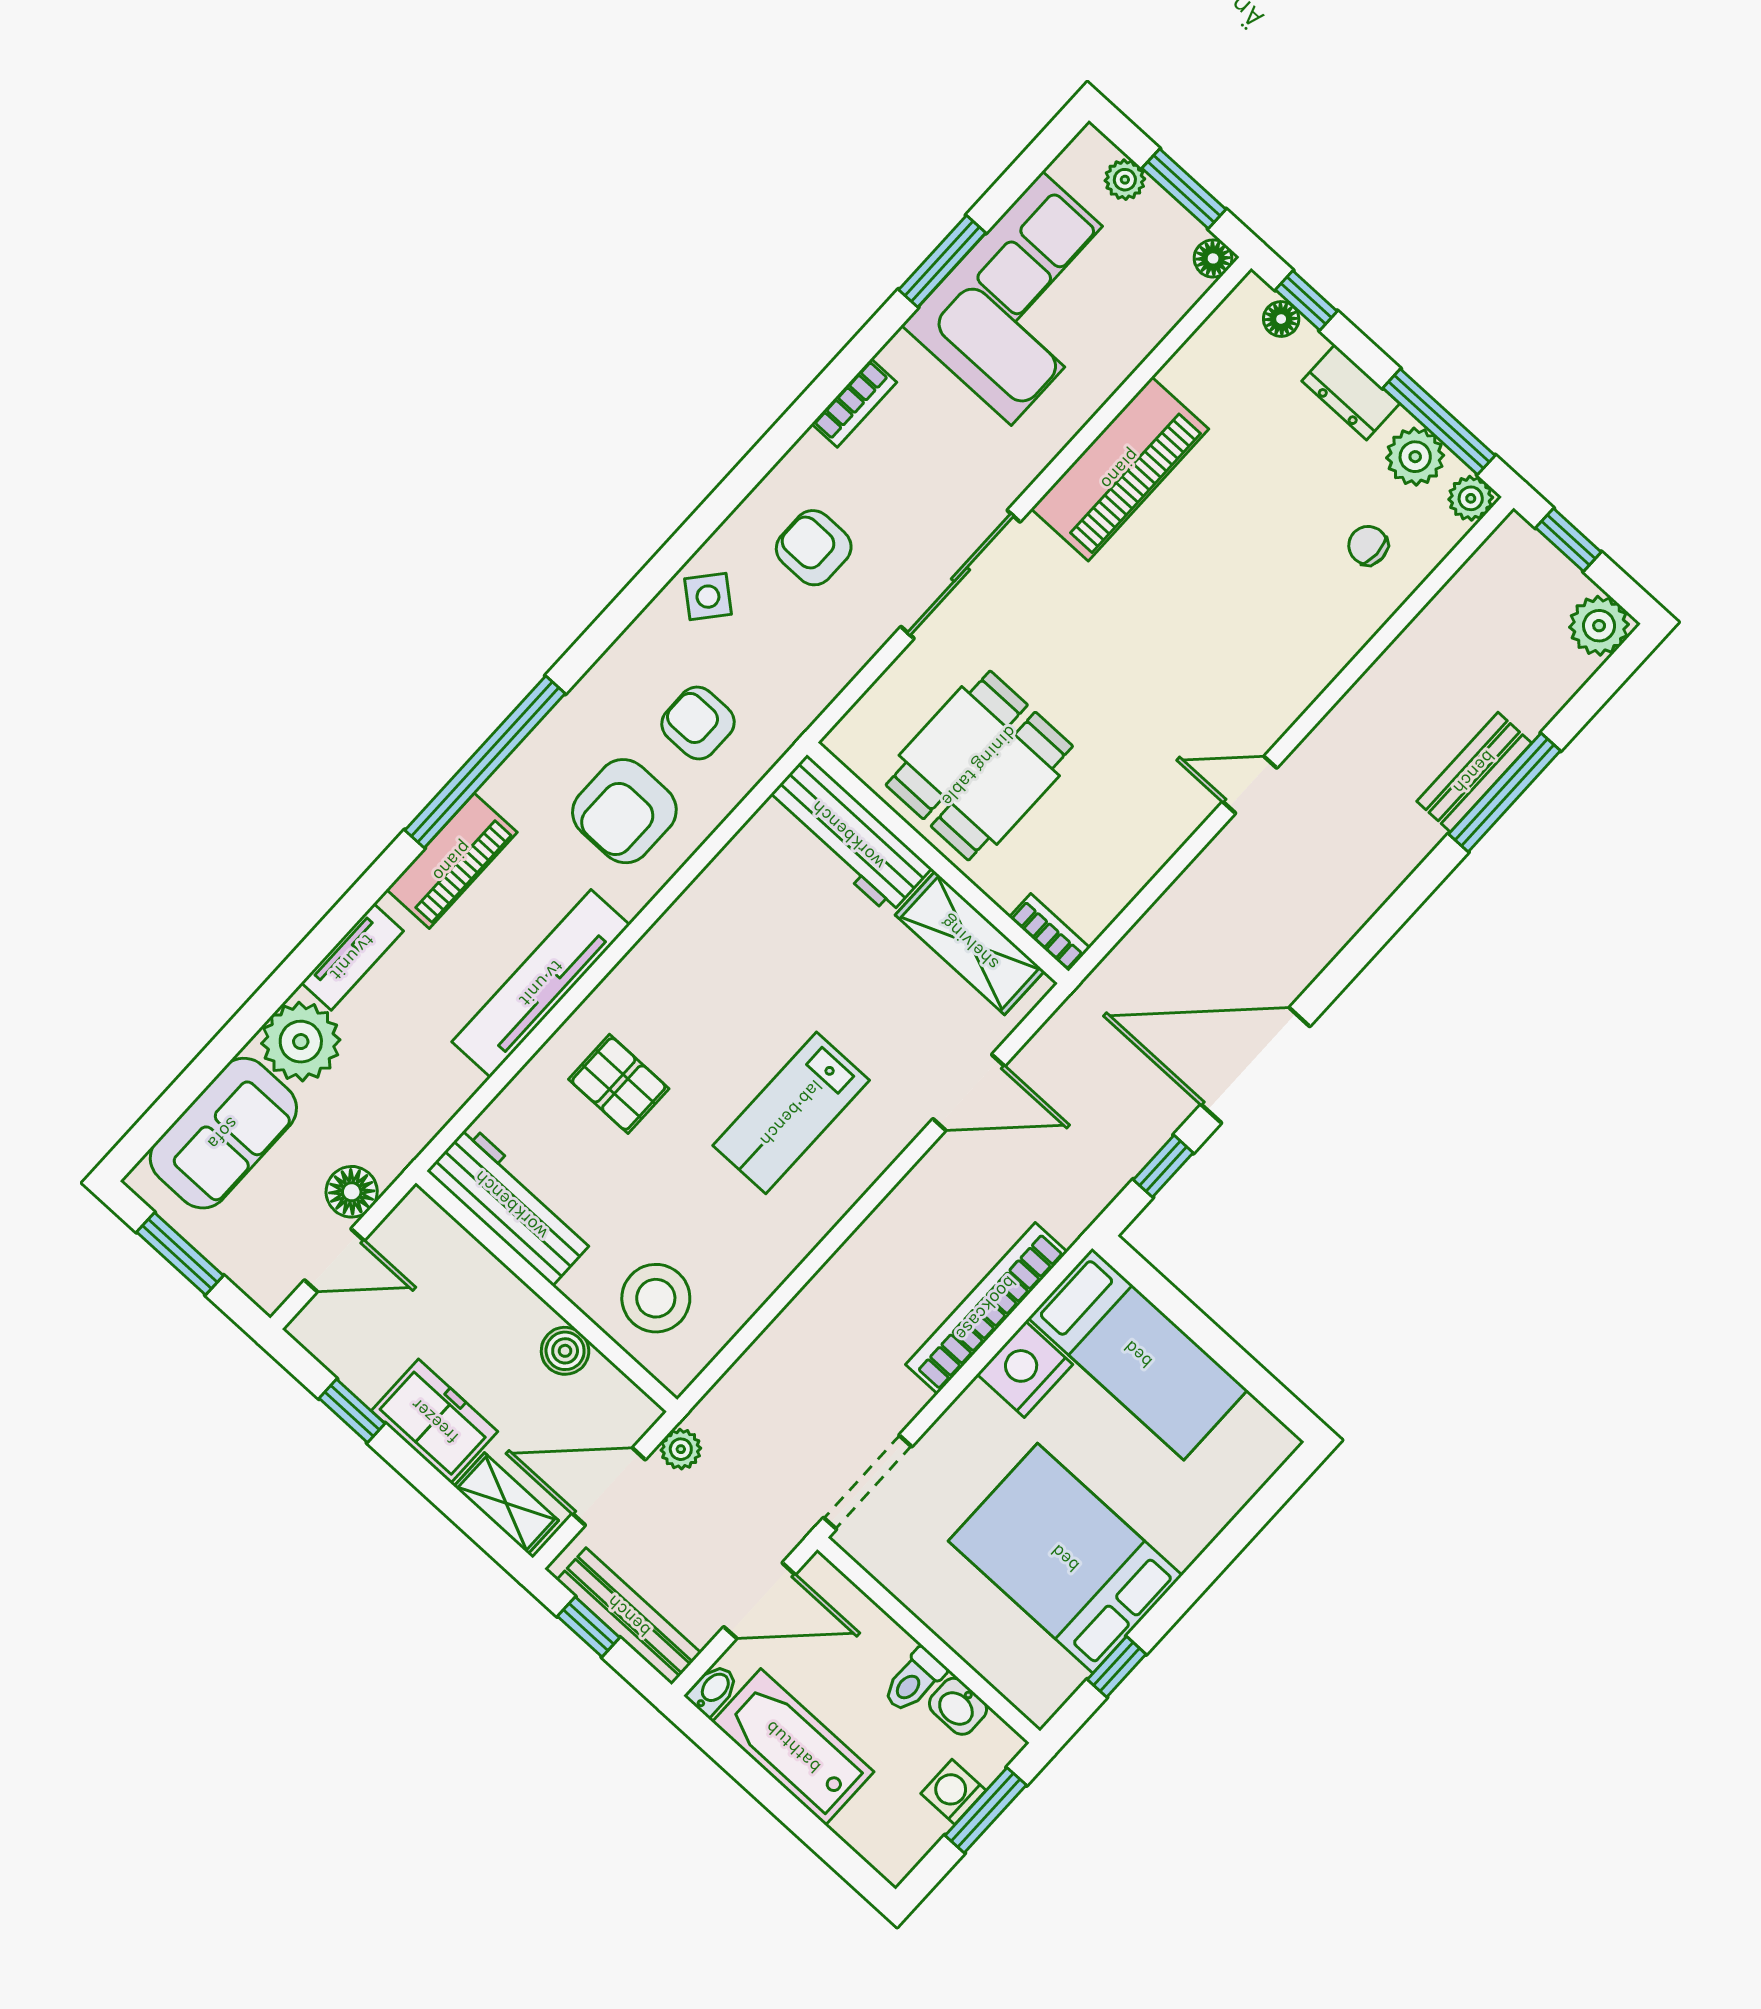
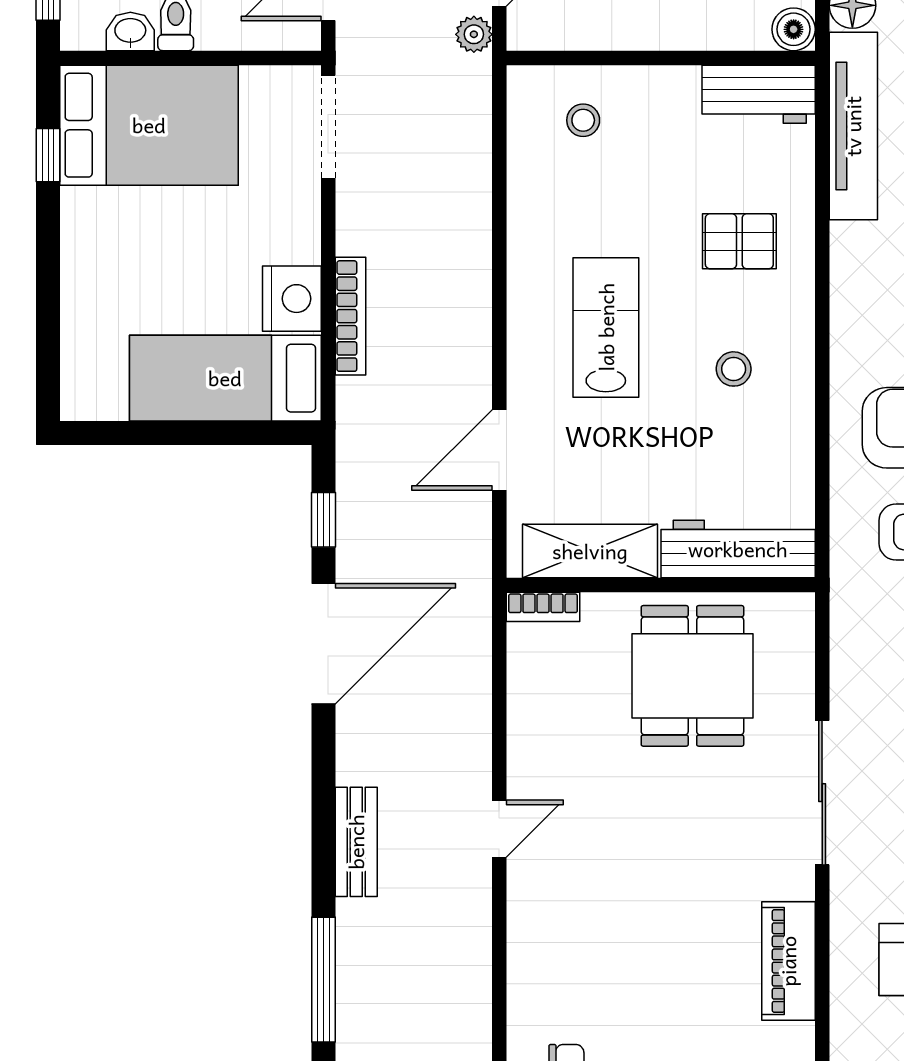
piano: (1120, 469) -> (788, 961), width x0.73, depth x0.75
bench: (1474, 772) -> (356, 842), moved
tv unit: (541, 983) -> (853, 126), moved
stool: (718, 984) -> (734, 369), added
workbench: (511, 1205) -> (759, 94), width x0.73
stool: (656, 1298) -> (583, 120), width x0.53, depth x0.53
bookcase: (986, 1308) -> (350, 316), width x0.68, depth x0.76
boiler: (565, 1351) -> (794, 29), moved
bed: (1065, 1558) -> (149, 125), moved

